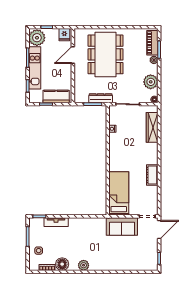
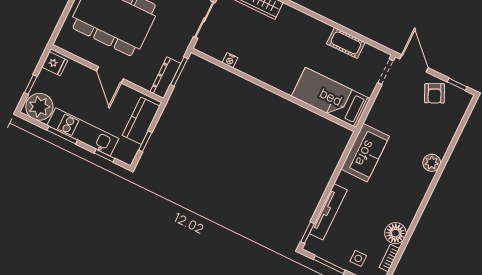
door: (73, 55) -> (110, 75), moved
dresser: (101, 98) -> (165, 78), moved
cot: (152, 175) -> (346, 43), moved
tv unit: (56, 222) -> (328, 212), width x1.41
sofa: (122, 226) -> (365, 153), moved
armchair: (148, 249) -> (435, 93), added
plant: (84, 265) -> (432, 163), moved

